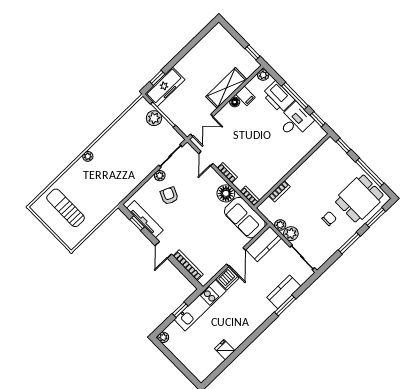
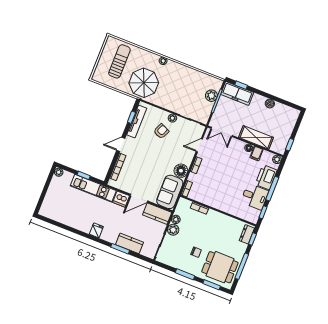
boiler: (194, 54) -> (270, 104), added
dresser: (335, 150) -> (247, 234), added
parasol: (103, 191) -> (144, 83), added
fridge: (225, 350) -> (96, 230), moved

